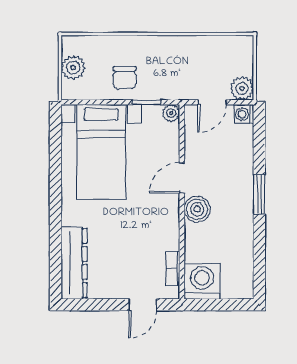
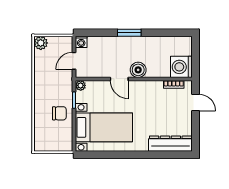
plant: (73, 68) -> (53, 144), removed
plant: (242, 88) -> (41, 43), moved
door: (212, 102) -> (74, 61), swing flipped

